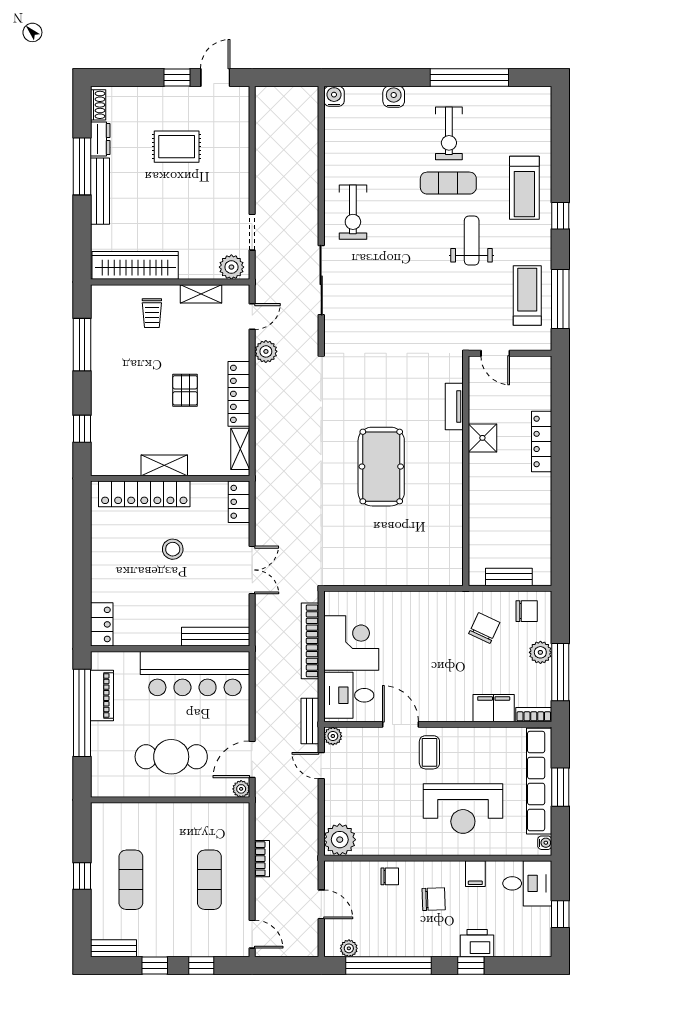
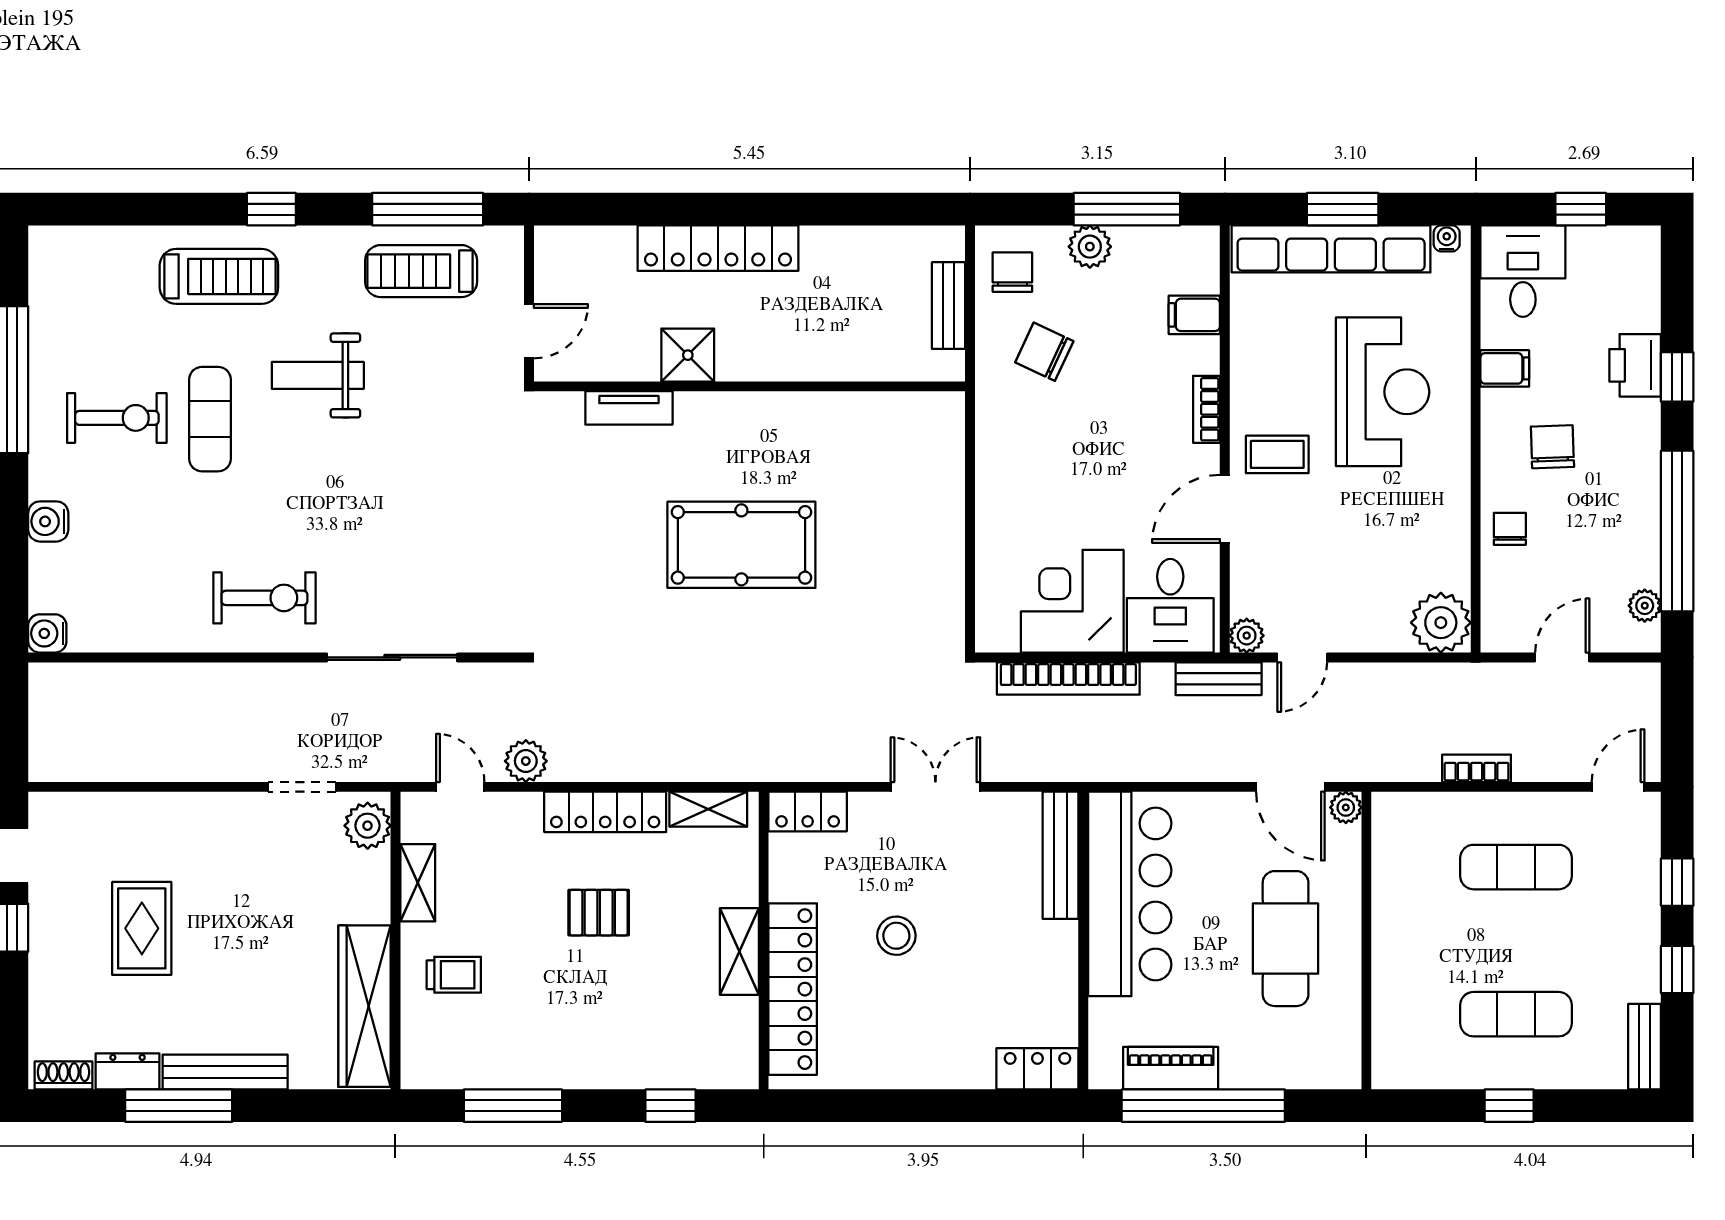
locker: (542, 441) -> (718, 248), width x1.41, depth x1.21
filing cabinet: (494, 708) -> (1194, 315), width x0.50
bookcase: (534, 715) -> (1207, 409), moved

